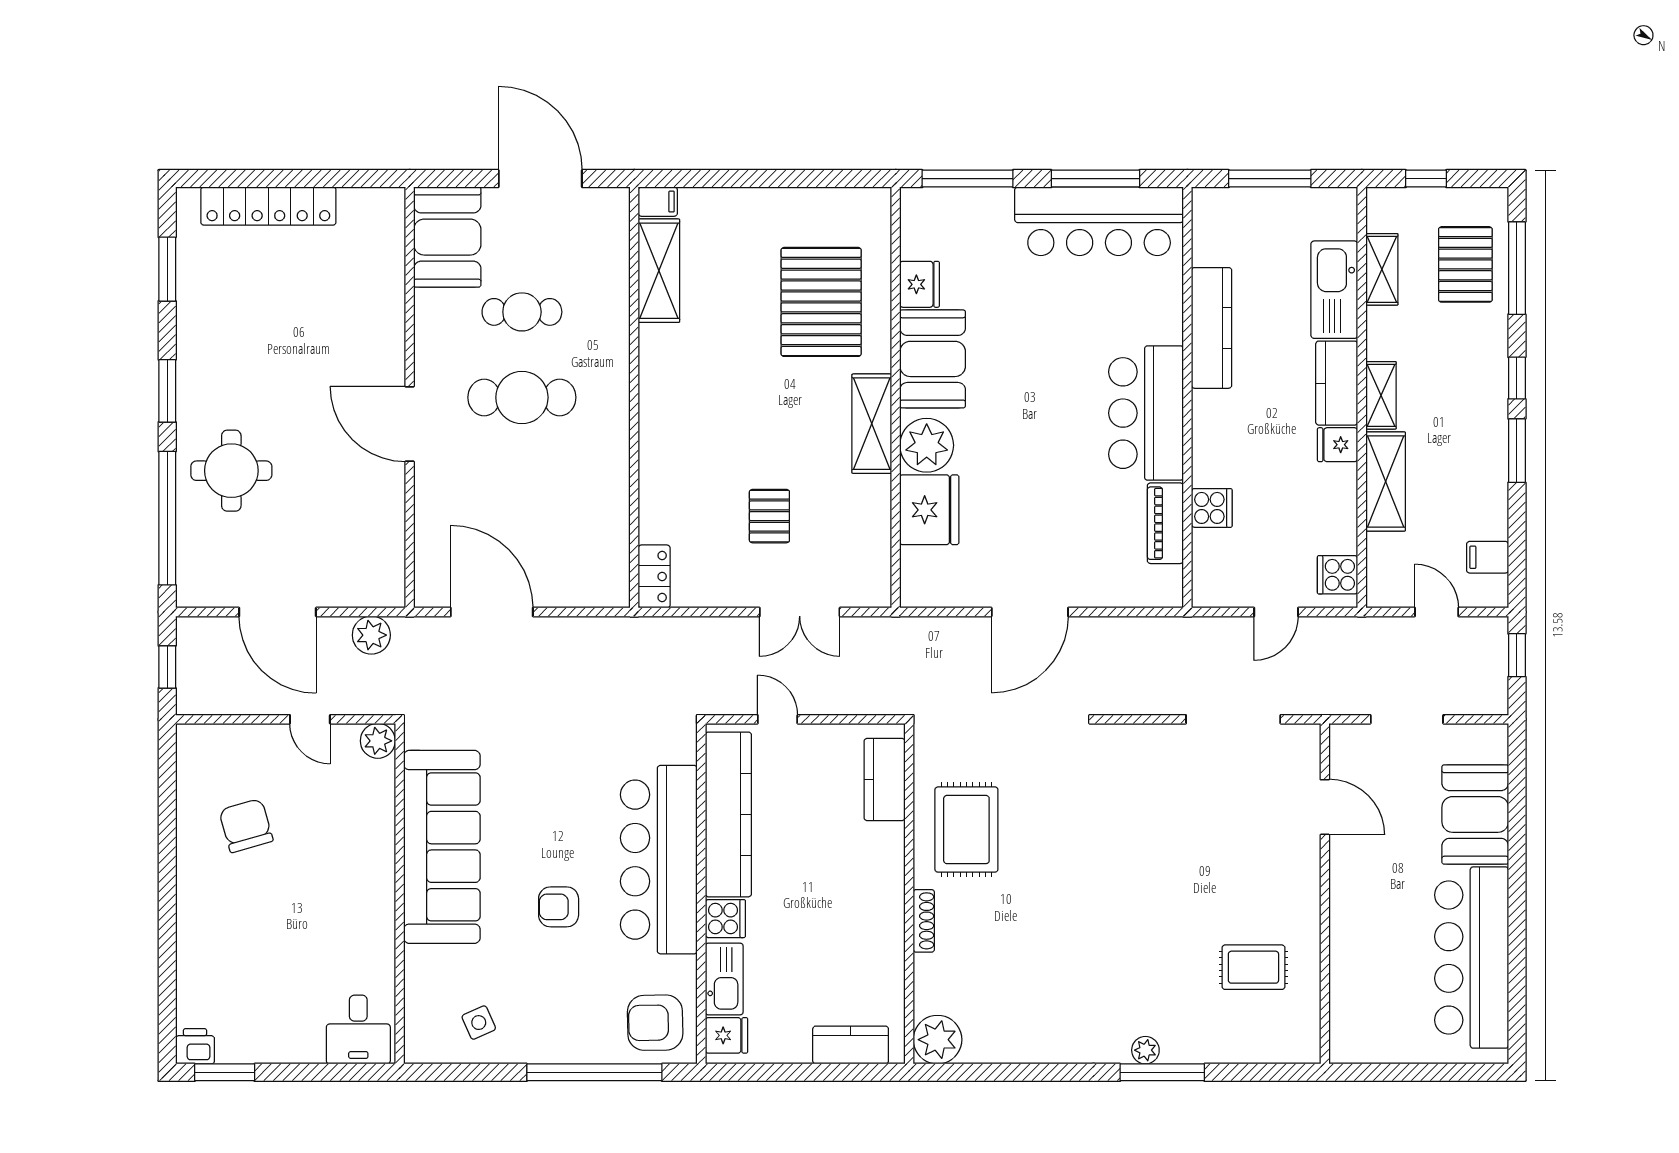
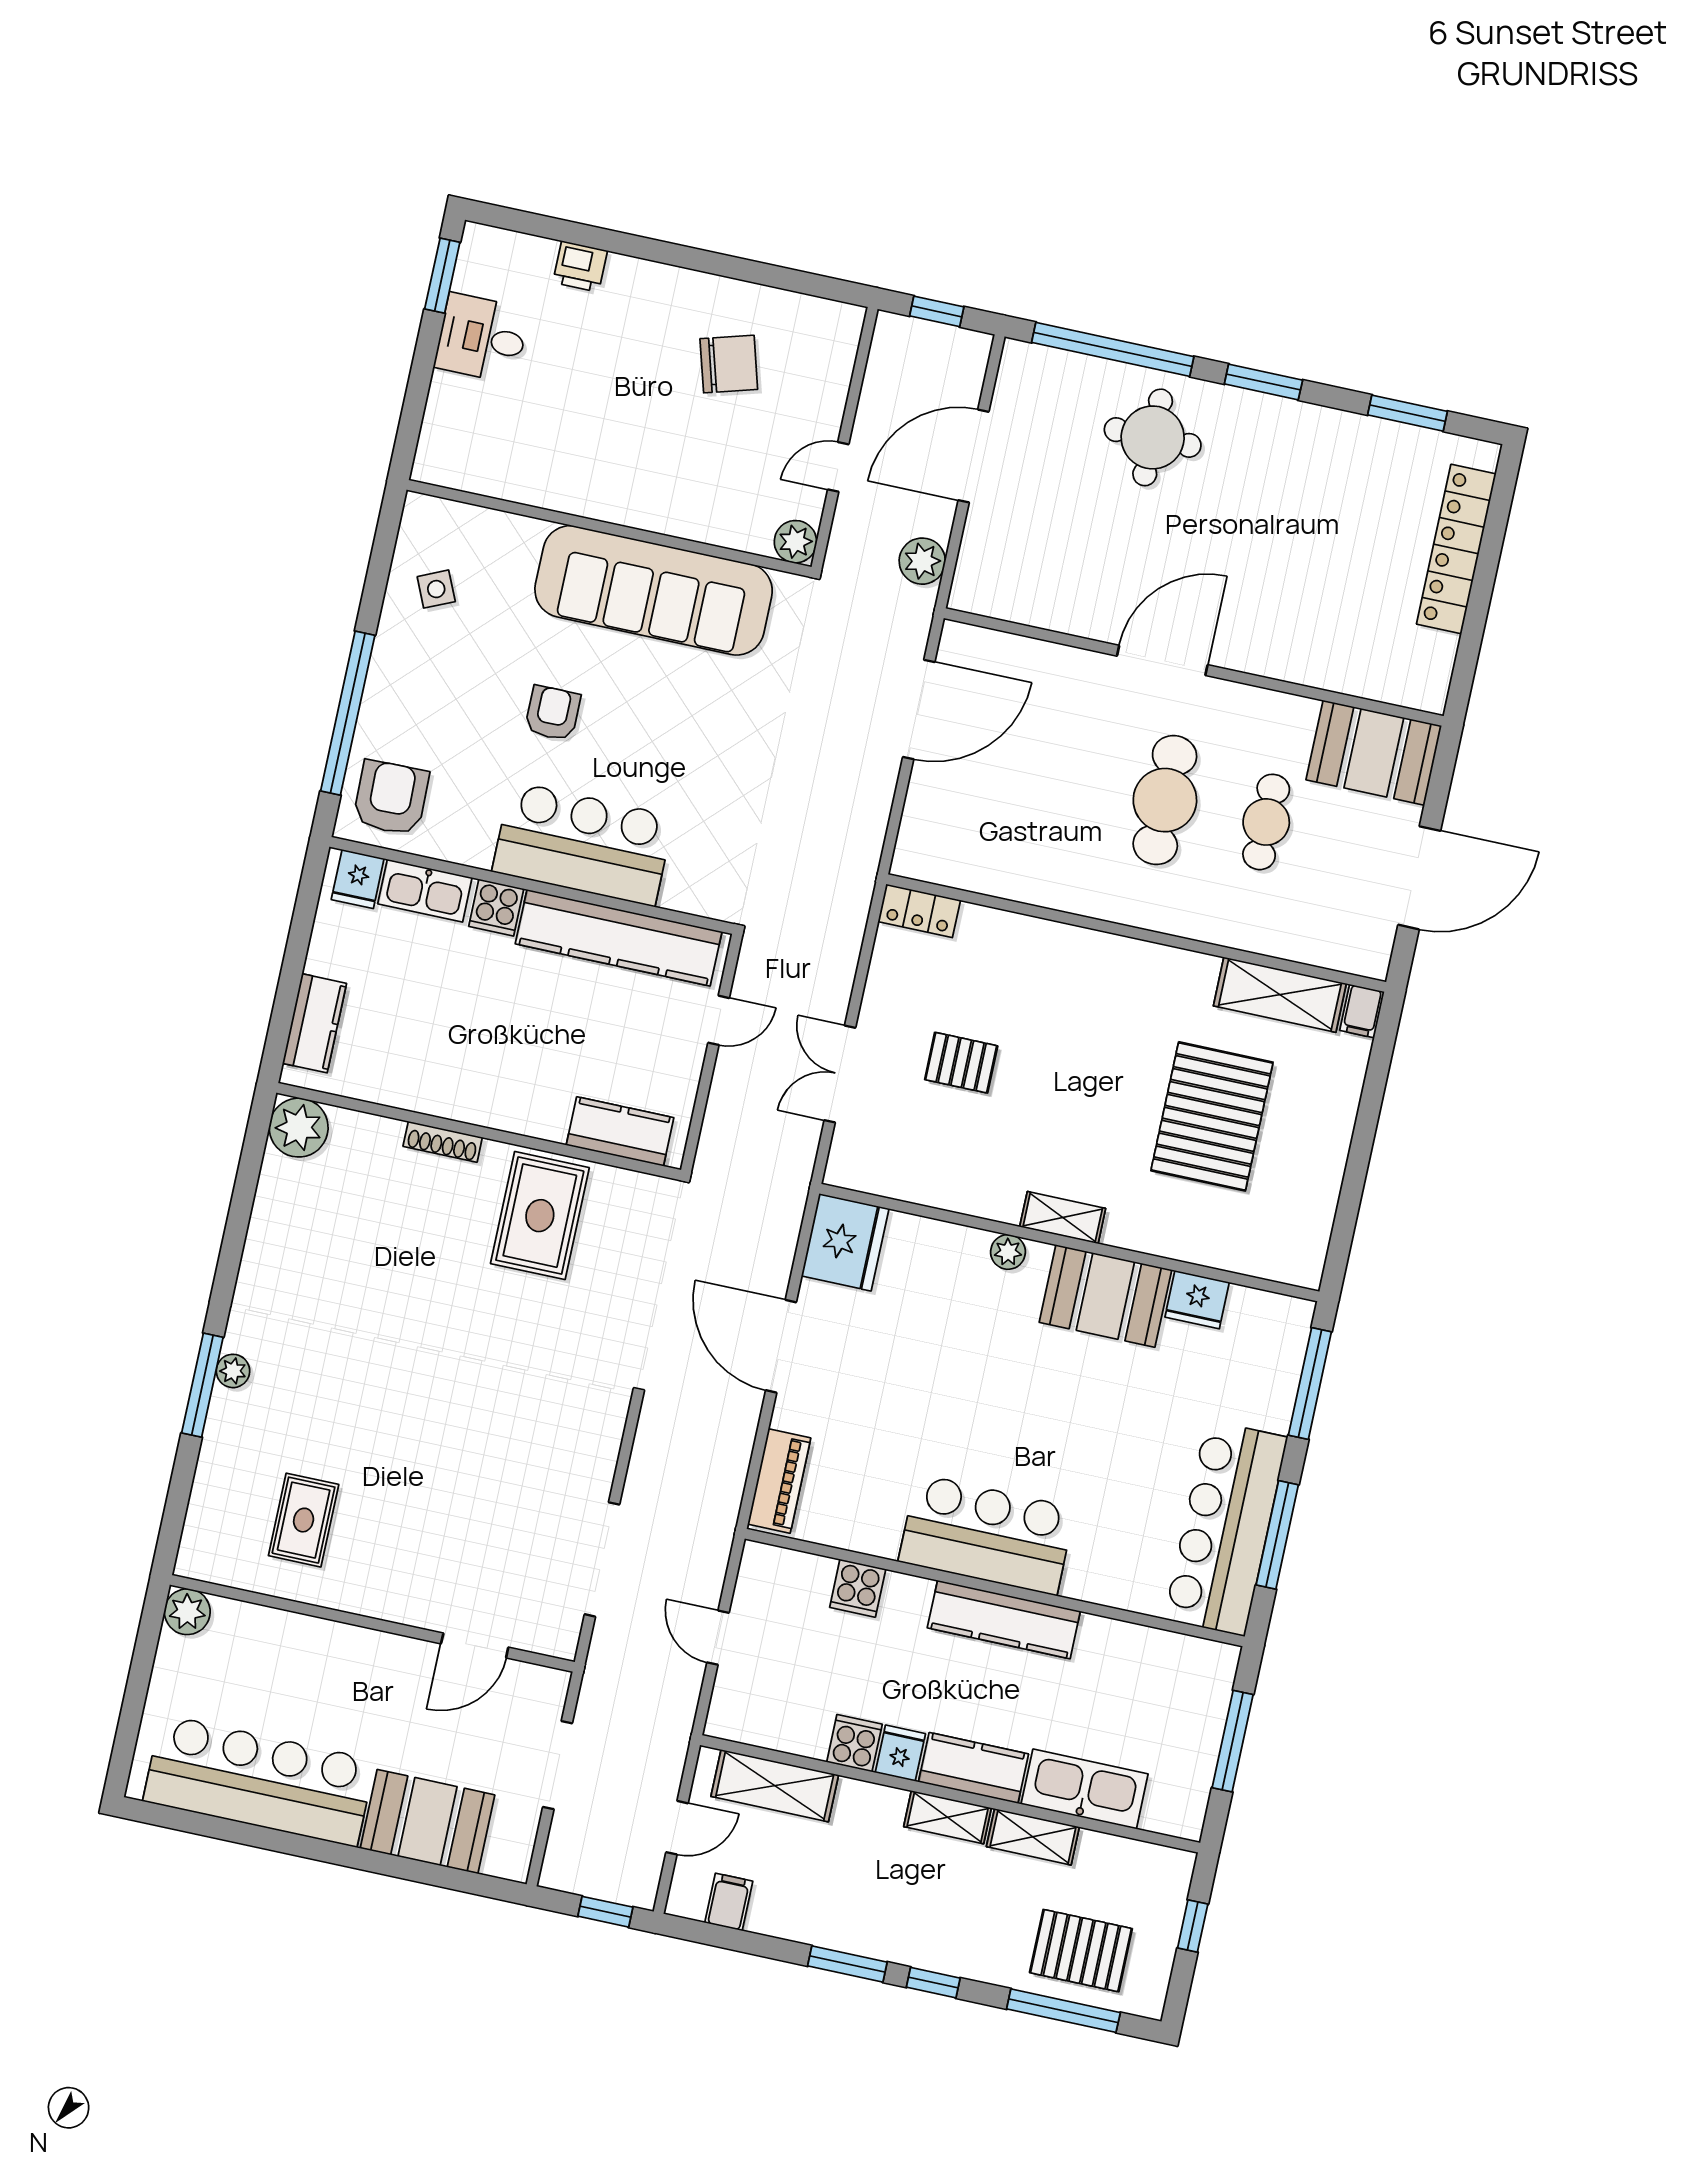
shelving: (1382, 269) -> (1033, 1837), moved
pallet: (821, 302) -> (1212, 1116), moved, turned 90
kitchen counter: (1212, 328) -> (1004, 1620), moved
shelving: (872, 424) -> (1063, 1218), width x0.67, depth x0.75
plant: (927, 445) -> (1008, 1252), width x0.53, depth x0.53
shelving: (1386, 482) -> (775, 1786), moved
fridge: (929, 510) -> (845, 1242), moved, turned -90
piano: (1165, 523) -> (779, 1481), moved, turned 90
cooker: (1337, 575) -> (854, 1743), moved
rug: (966, 830) -> (540, 1216), turned 90
bar counter: (659, 860) -> (583, 844), width x0.73
desk: (358, 1029) -> (482, 338), moved
plant: (1348, 1045) -> (187, 1612), added
printer: (195, 1046) -> (580, 266), moved, turned 90

